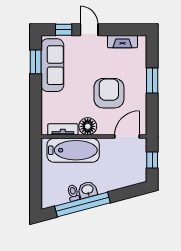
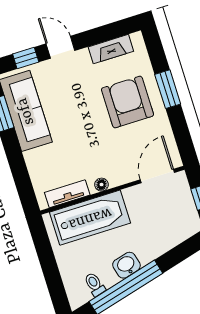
armchair: (109, 93) -> (127, 102), moved
floor lamp: (88, 126) -> (101, 185), width x0.53, depth x0.53
toilet: (73, 193) -> (95, 284), moved

